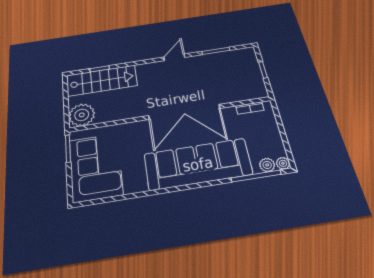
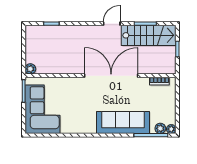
stairs: (102, 80) -> (149, 35), moved
double door: (184, 112) -> (111, 76), swing flipped
plant: (82, 115) -> (30, 69), width x0.53, depth x0.53
sofa: (198, 164) -> (123, 122), width x0.74, depth x0.79

